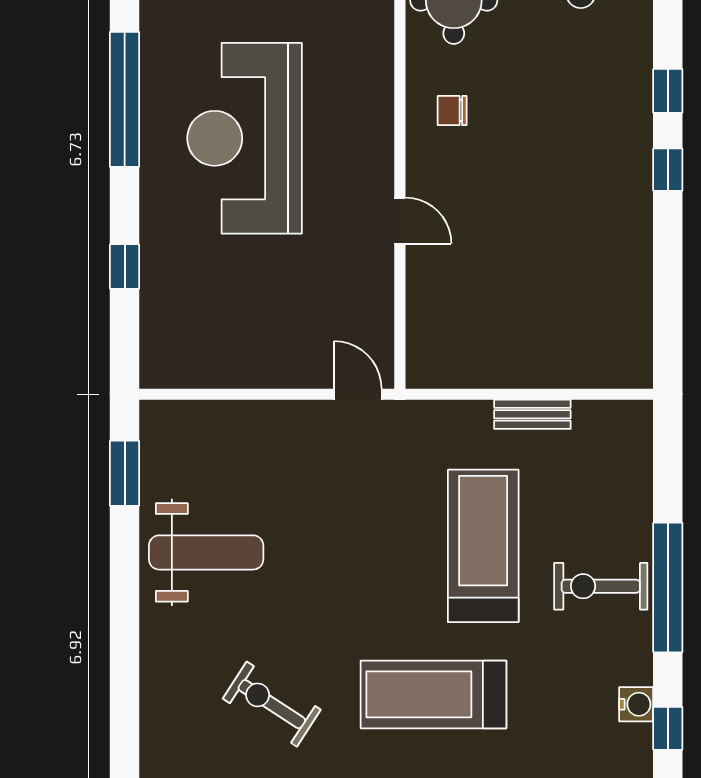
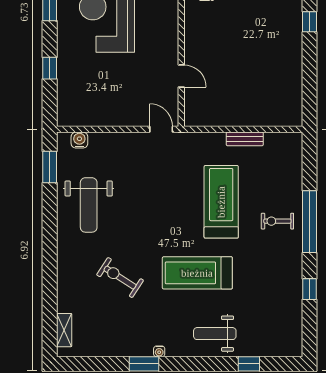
door: (400, 221) -> (181, 76), moved
weight bench: (206, 552) -> (89, 205), turned 90
exercise bike: (601, 586) -> (277, 221), width x0.73, depth x0.72
water cooler: (636, 704) -> (79, 140), moved, turned -90

